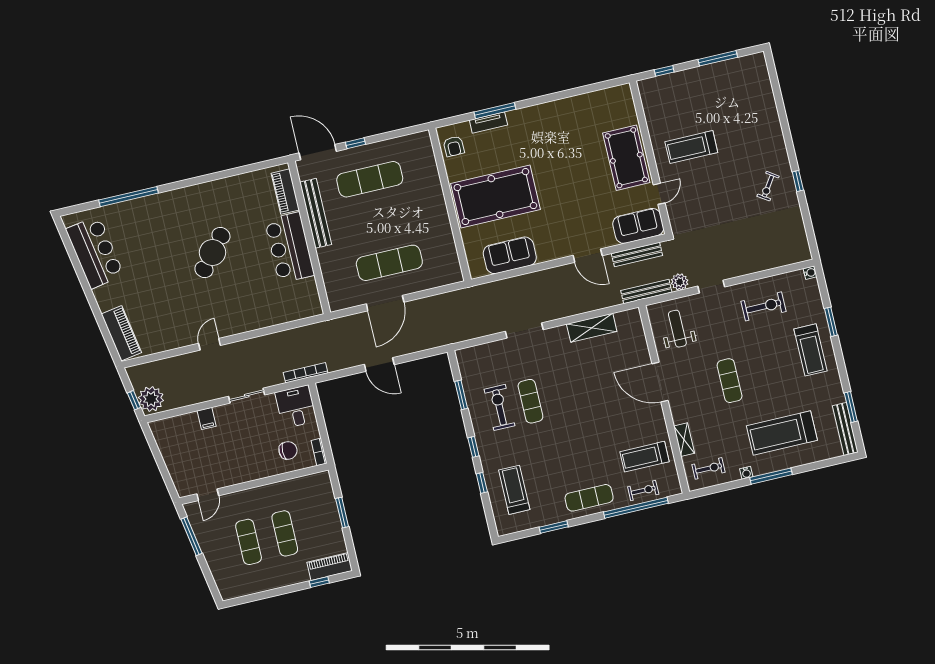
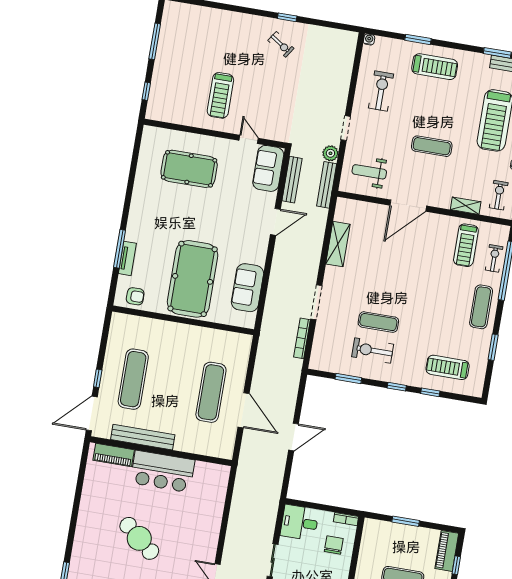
pool table: (626, 158) -> (189, 169), moved
bookcase: (306, 373) -> (302, 338), moved

